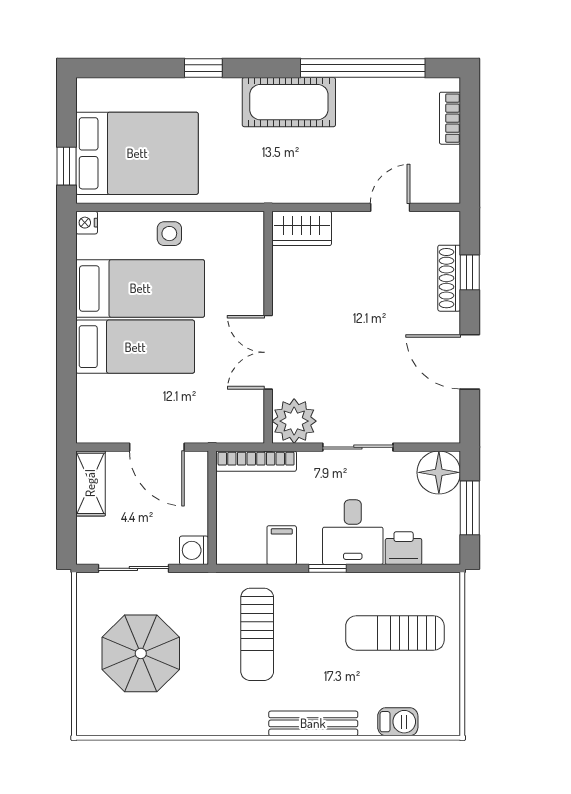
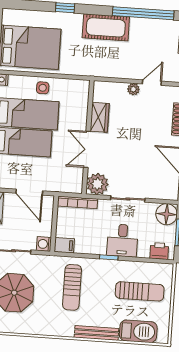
plant: (354, 224) -> (133, 89), added
wardrobe: (302, 228) -> (100, 117), moved, turned -90
filing cabinet: (282, 545) -> (64, 245), moved, turned 90
printer: (404, 548) -> (159, 251), moved
sun lounger: (395, 633) -> (140, 291), turned 180
barbecue: (398, 722) -> (138, 331), width x1.88, depth x1.53

